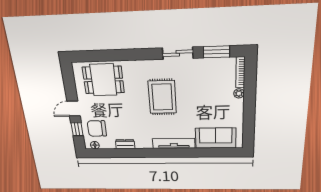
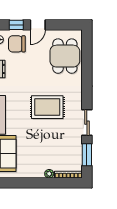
door: (74, 109) -> (38, 25), swing flipped
chair: (97, 128) -> (17, 44), turned -90

